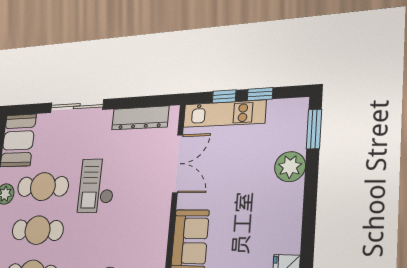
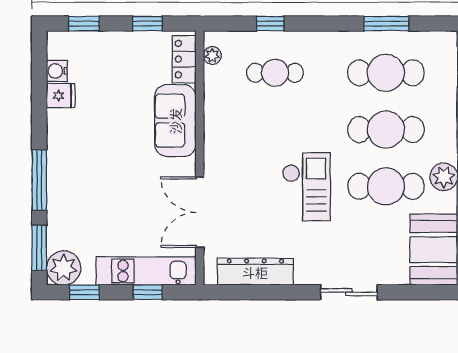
window: (260, 94) -> (84, 292), moved
sliding door: (77, 106) -> (349, 292), width x0.73
plant: (290, 167) -> (64, 268), moved
window: (311, 189) -> (39, 180), added

